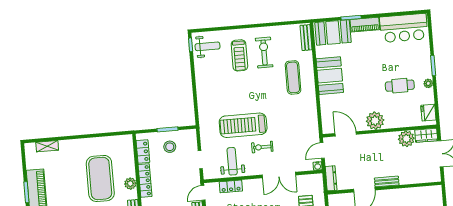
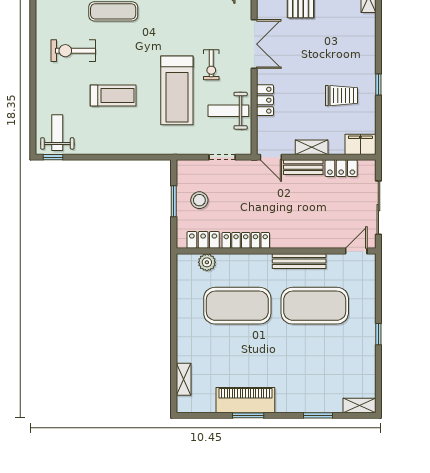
treadmill: (239, 55) -> (113, 95), moved
plant: (130, 184) -> (207, 262), moved
locker: (231, 186) -> (265, 100), moved

